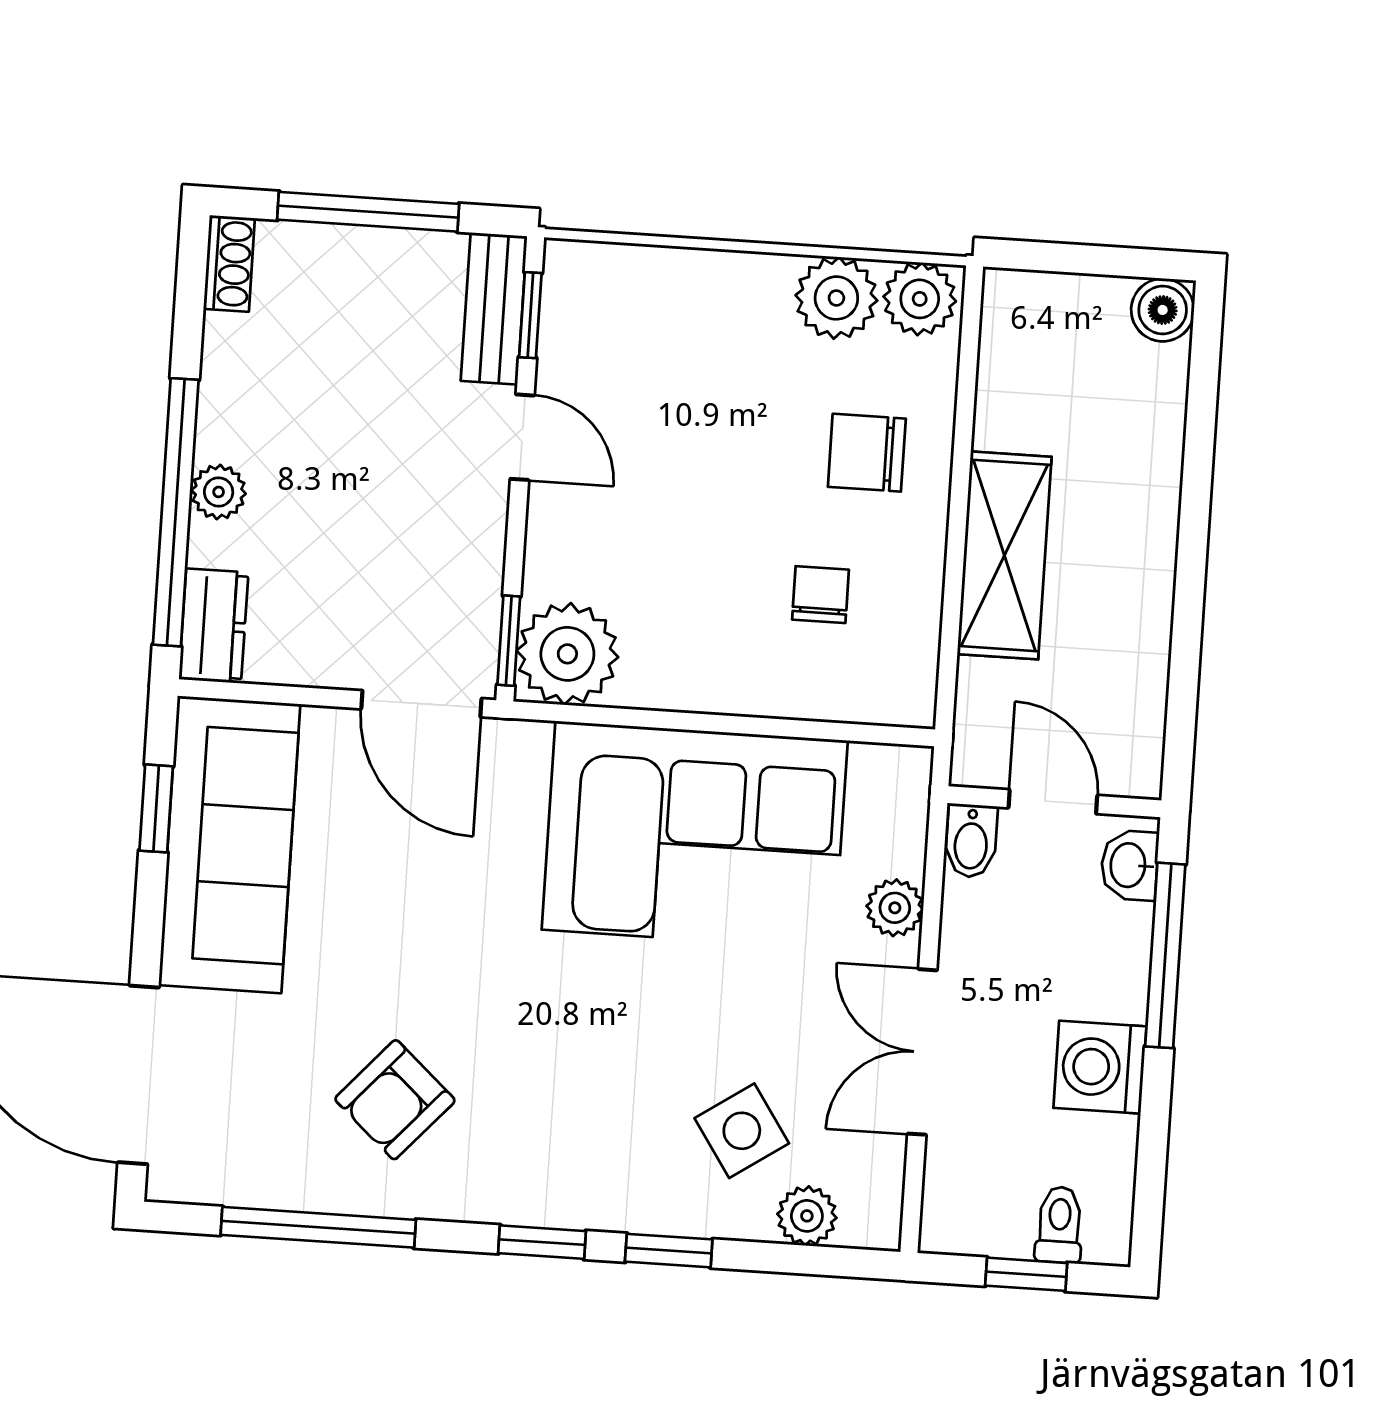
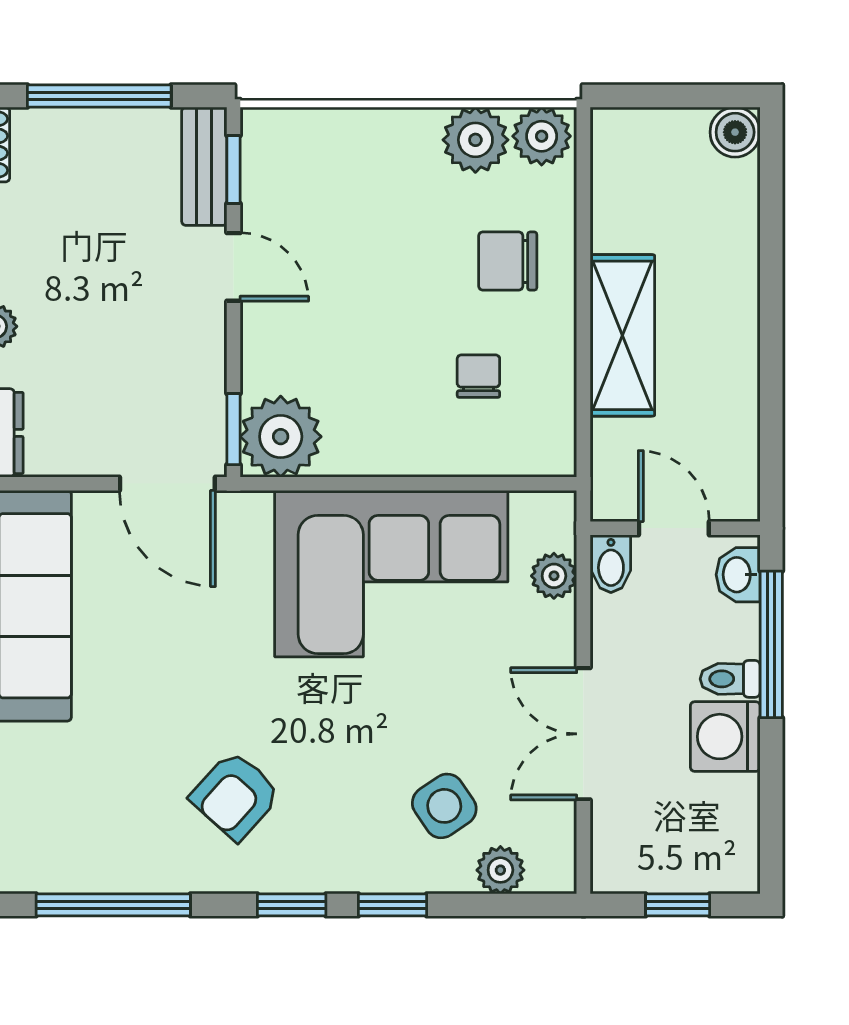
plant: (895, 908) -> (554, 576), moved
armchair: (395, 1100) -> (235, 796), moved
toilet: (1059, 1225) -> (730, 679), moved, turned -90

